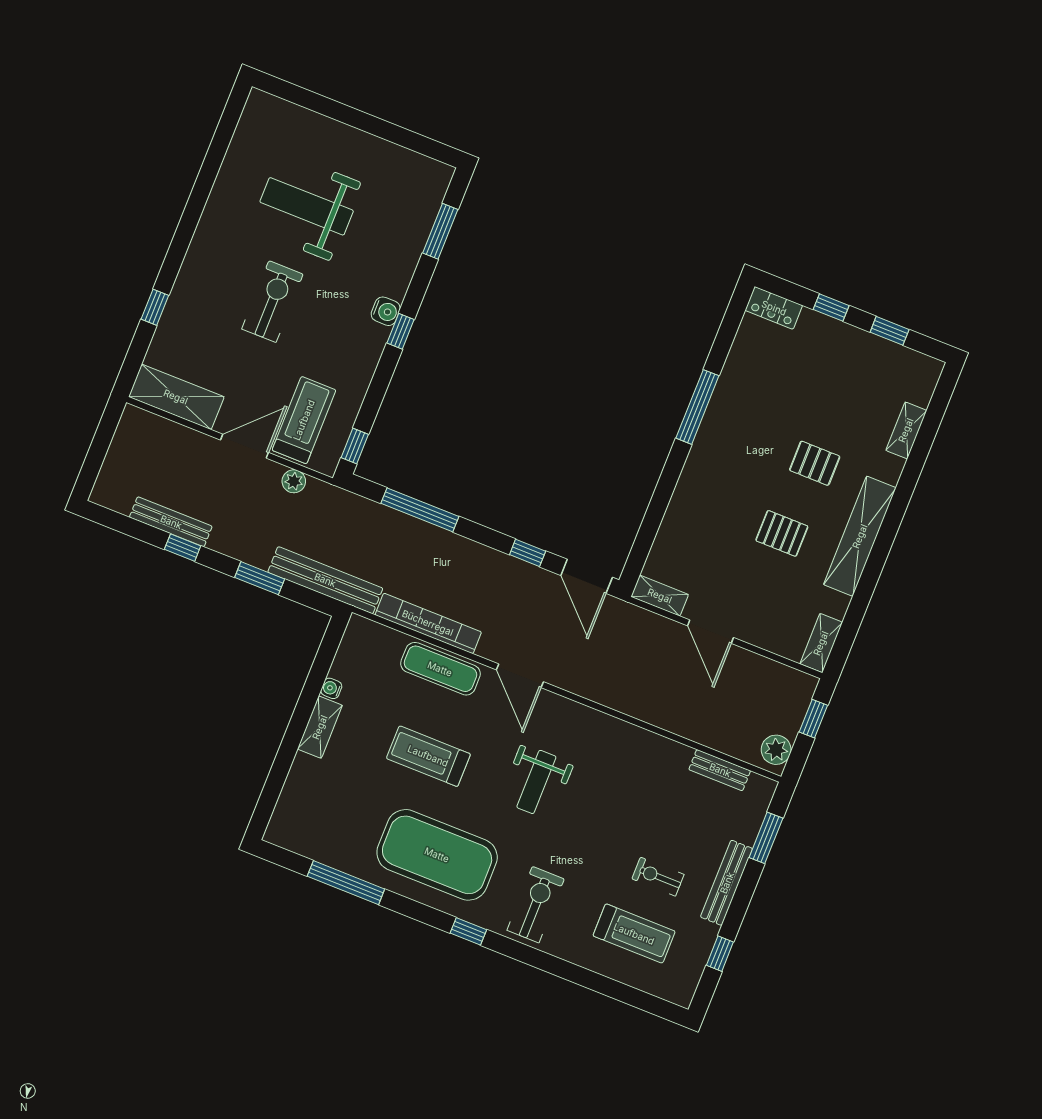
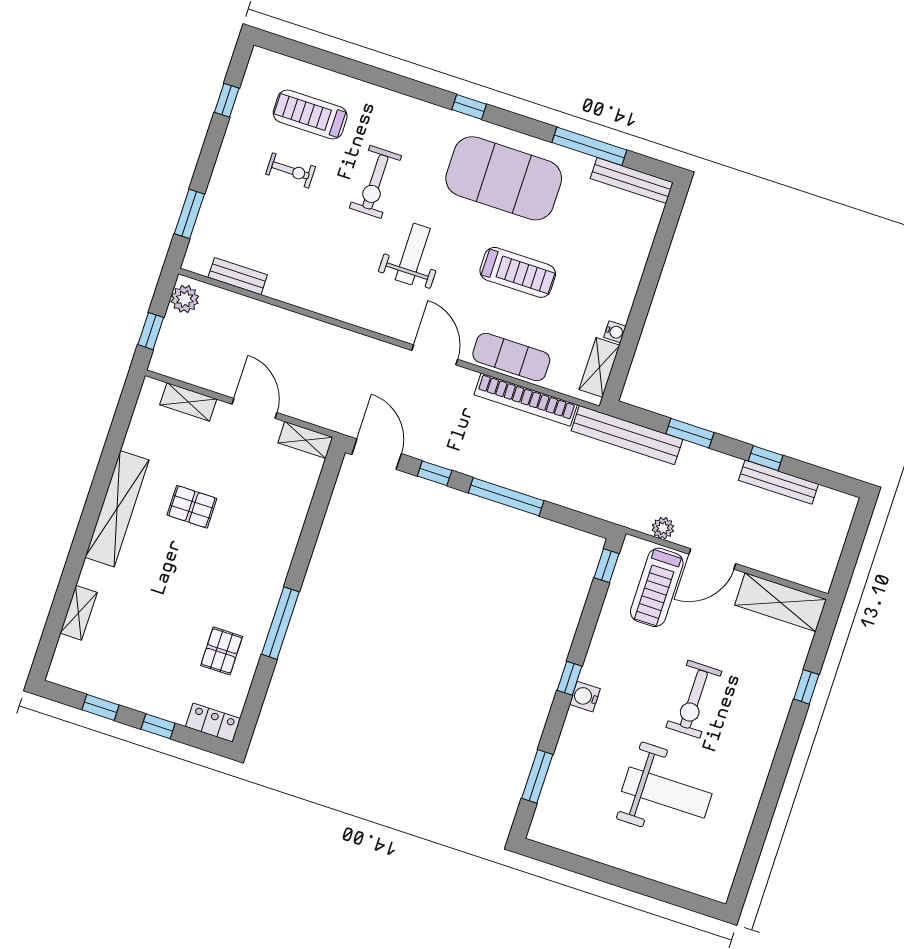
pallet: (815, 463) -> (222, 651), moved, turned 90
window: (420, 510) -> (506, 497), moved
shelving: (821, 643) -> (188, 402), moved, turned 90
shelving: (320, 727) -> (599, 367), moved
bench: (727, 883) -> (632, 181), moved, turned 90
exercise bike: (536, 905) -> (375, 182), moved

